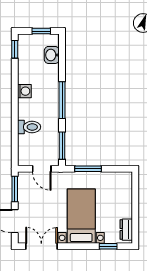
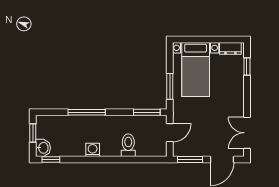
washbasin: (52, 55) -> (43, 148), moved, turned -90
window: (62, 100) -> (87, 112), moved
bed with nightstands: (81, 216) -> (196, 69), moved, turned -90

